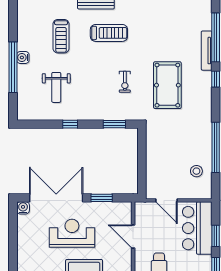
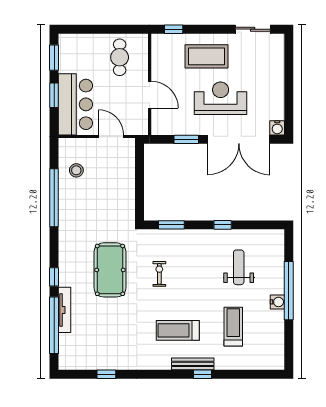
reception desk: (72, 233) -> (221, 98), turned 180

